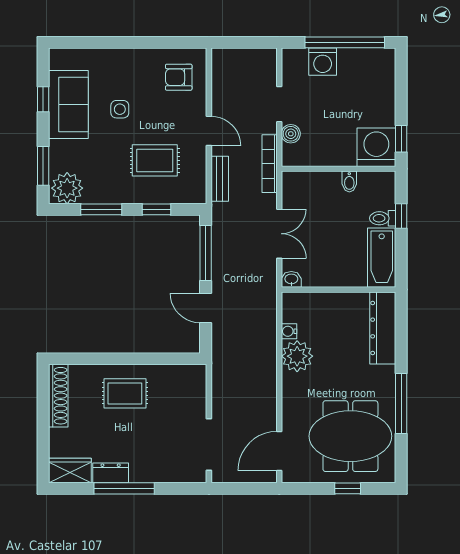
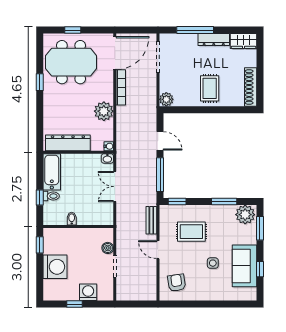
window: (345, 42) -> (75, 304), width x0.32
armchair: (179, 77) -> (177, 283), turned -98
washing machine: (376, 147) -> (55, 267), moved, turned -90
bookcase: (270, 164) -> (121, 87), moved
window: (156, 209) -> (177, 202), moved
dresser: (383, 328) -> (68, 143), moved, turned -90
water cooler: (289, 331) -> (109, 146), moved
plant: (195, 376) -> (166, 99), added
rug: (125, 393) -> (210, 88), turned 90
window: (401, 404) -> (40, 82), width x0.46
door: (279, 451) -> (115, 53), width x1.36
dresser: (111, 473) -> (214, 40), width x1.44
window: (124, 488) -> (195, 30), moved

